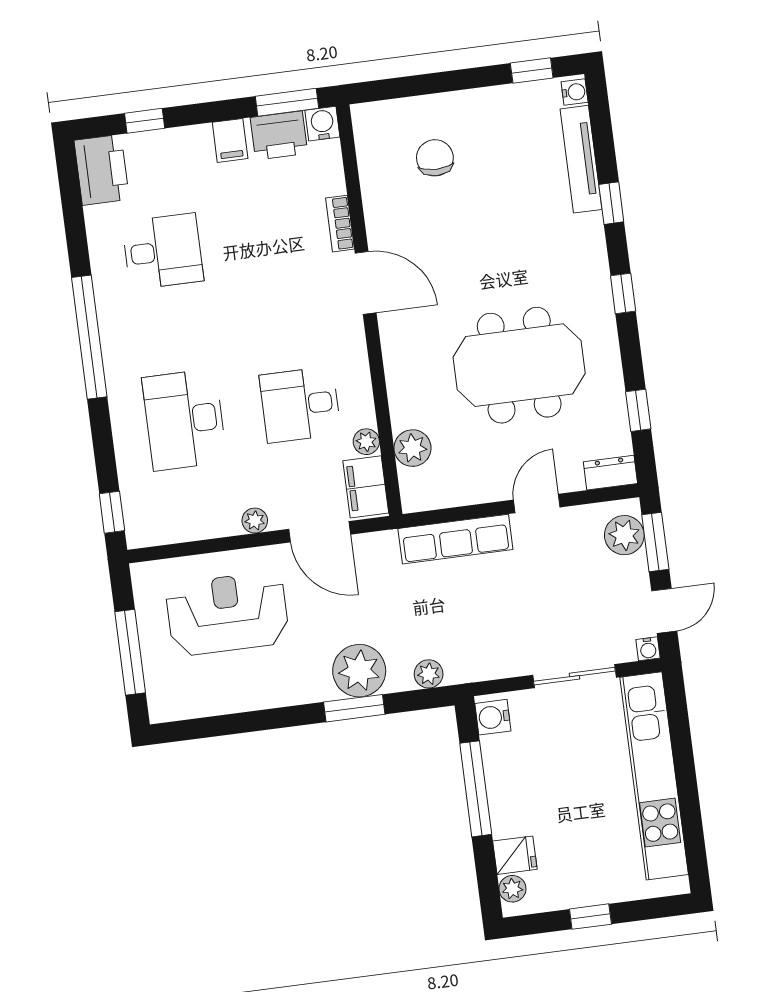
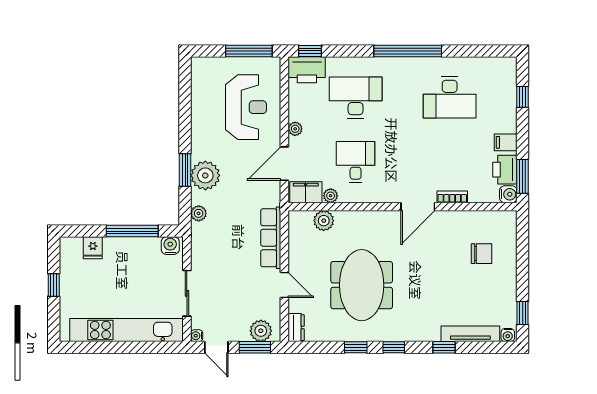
printer: (102, 170) -> (307, 70), moved
desk: (163, 251) -> (450, 97), width x1.37
window: (638, 410) -> (356, 347), moved
window: (130, 652) -> (249, 51), moved
plant: (512, 889) -> (75, 244), removed

